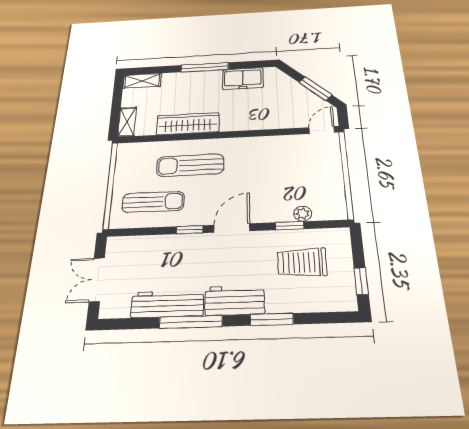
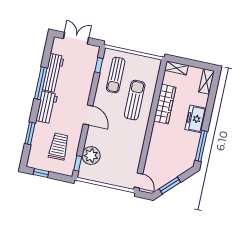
window: (205, 67) -> (201, 146), moved
freezer: (243, 79) -> (196, 119), moved
plant: (303, 214) -> (91, 156), width x1.88, depth x1.88
window: (290, 226) -> (78, 163), moved
window: (190, 230) -> (99, 65), moved
window: (272, 319) -> (30, 133), moved

